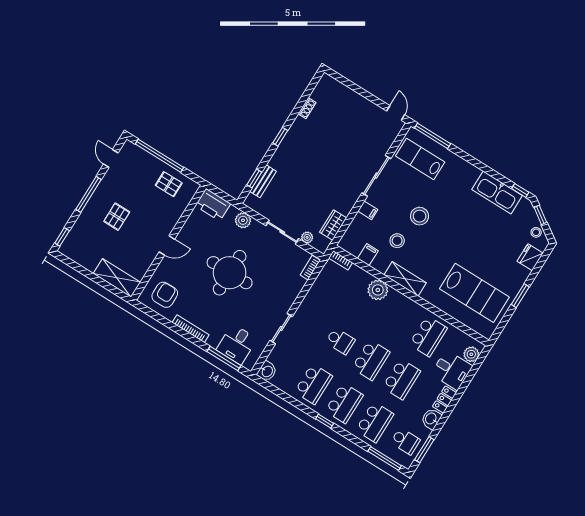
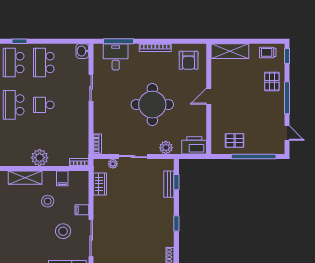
stool: (420, 216) -> (63, 231), moved
pallet: (117, 217) -> (272, 81), moved
trolley: (79, 253) -> (268, 52), added

